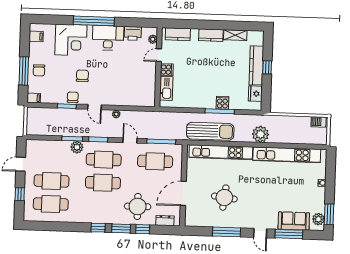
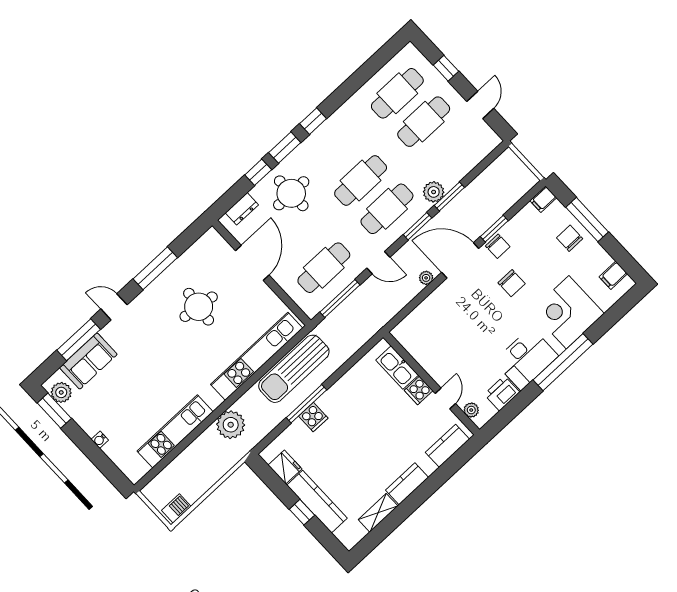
door: (94, 107) -> (460, 260), width x1.88
kitchen unit: (287, 155) -> (175, 431), width x0.73

